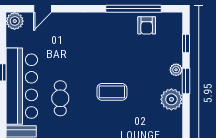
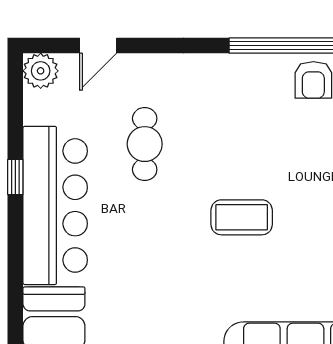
cafe table: (60, 98) -> (145, 144), moved

